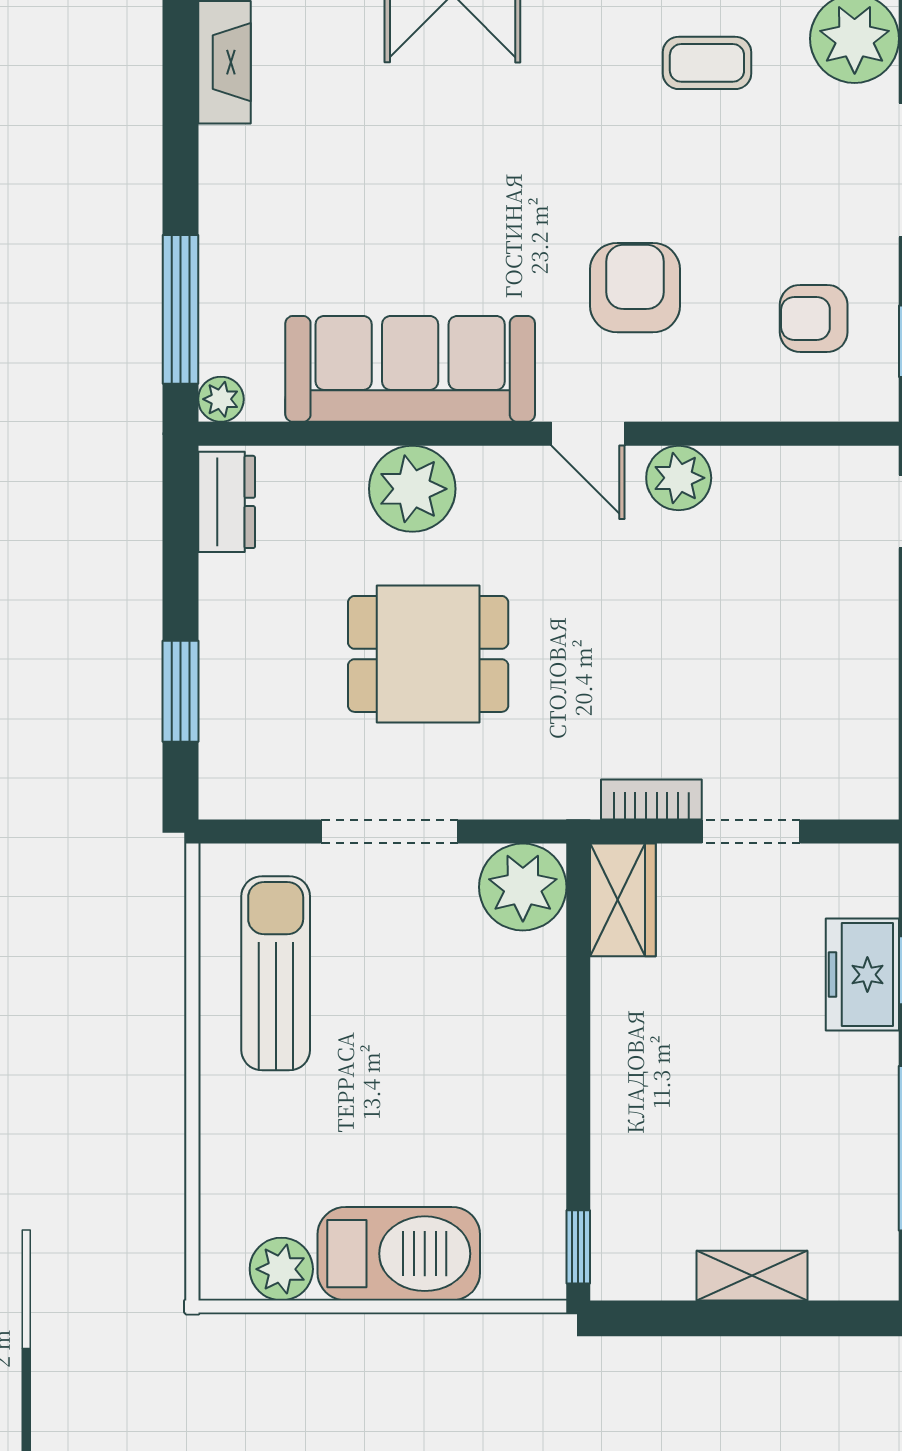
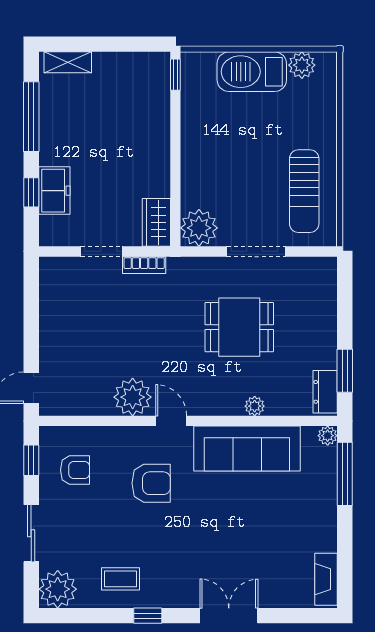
armchair: (635, 288) -> (151, 483), turned -90
plant: (679, 478) -> (133, 397), width x1.36, depth x1.36
plant: (412, 489) -> (255, 406), width x0.53, depth x0.53
window: (180, 691) -> (345, 371), moved
shelving: (752, 1276) -> (68, 62), moved

